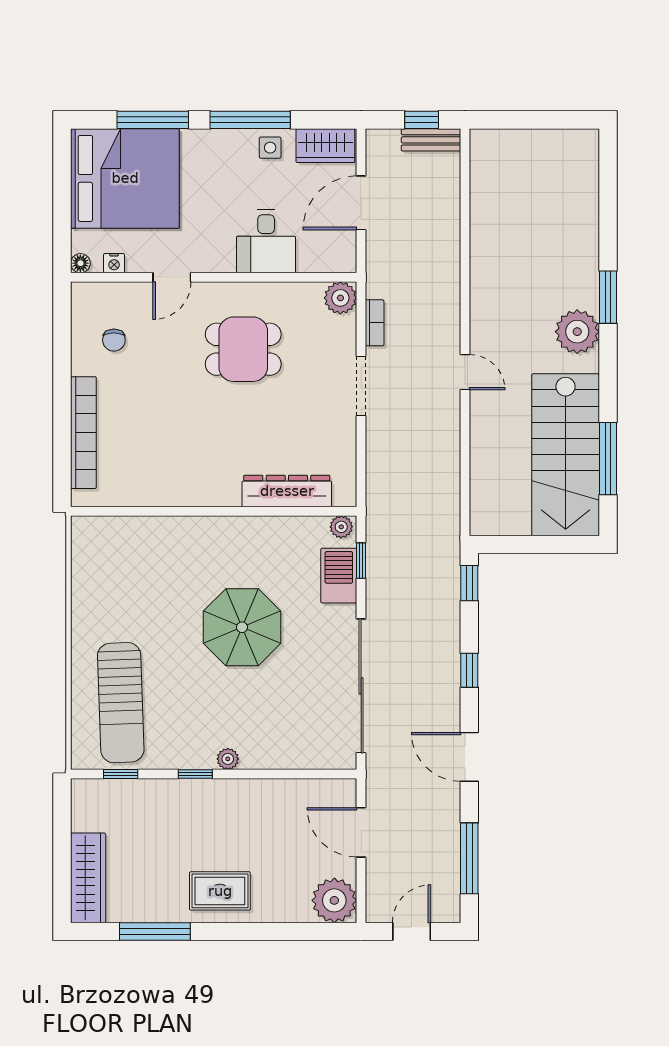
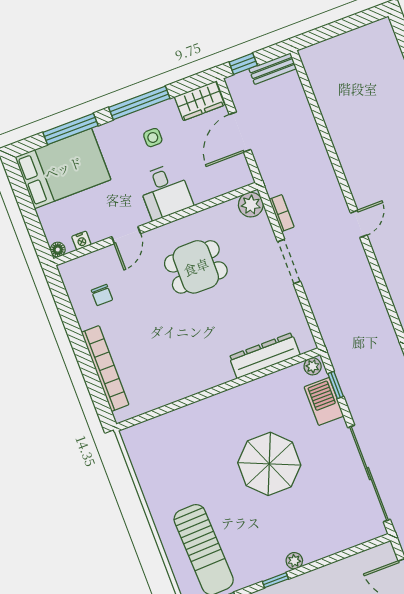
window: (422, 120) -> (243, 64), moved
side table: (270, 148) -> (153, 138), moved
bed: (125, 178) -> (63, 168), width x0.73
desk: (266, 241) -> (165, 191), moved
door: (465, 372) -> (359, 224), hinge flipped

